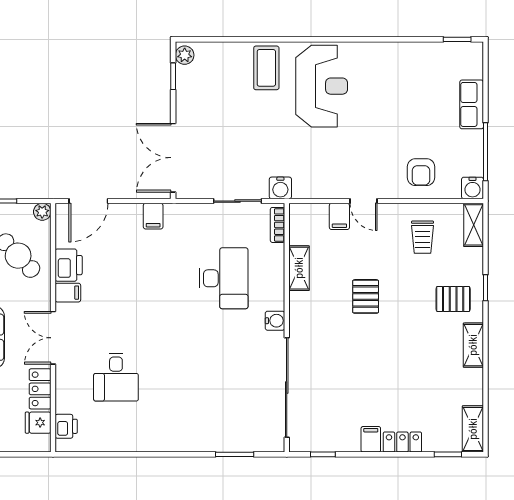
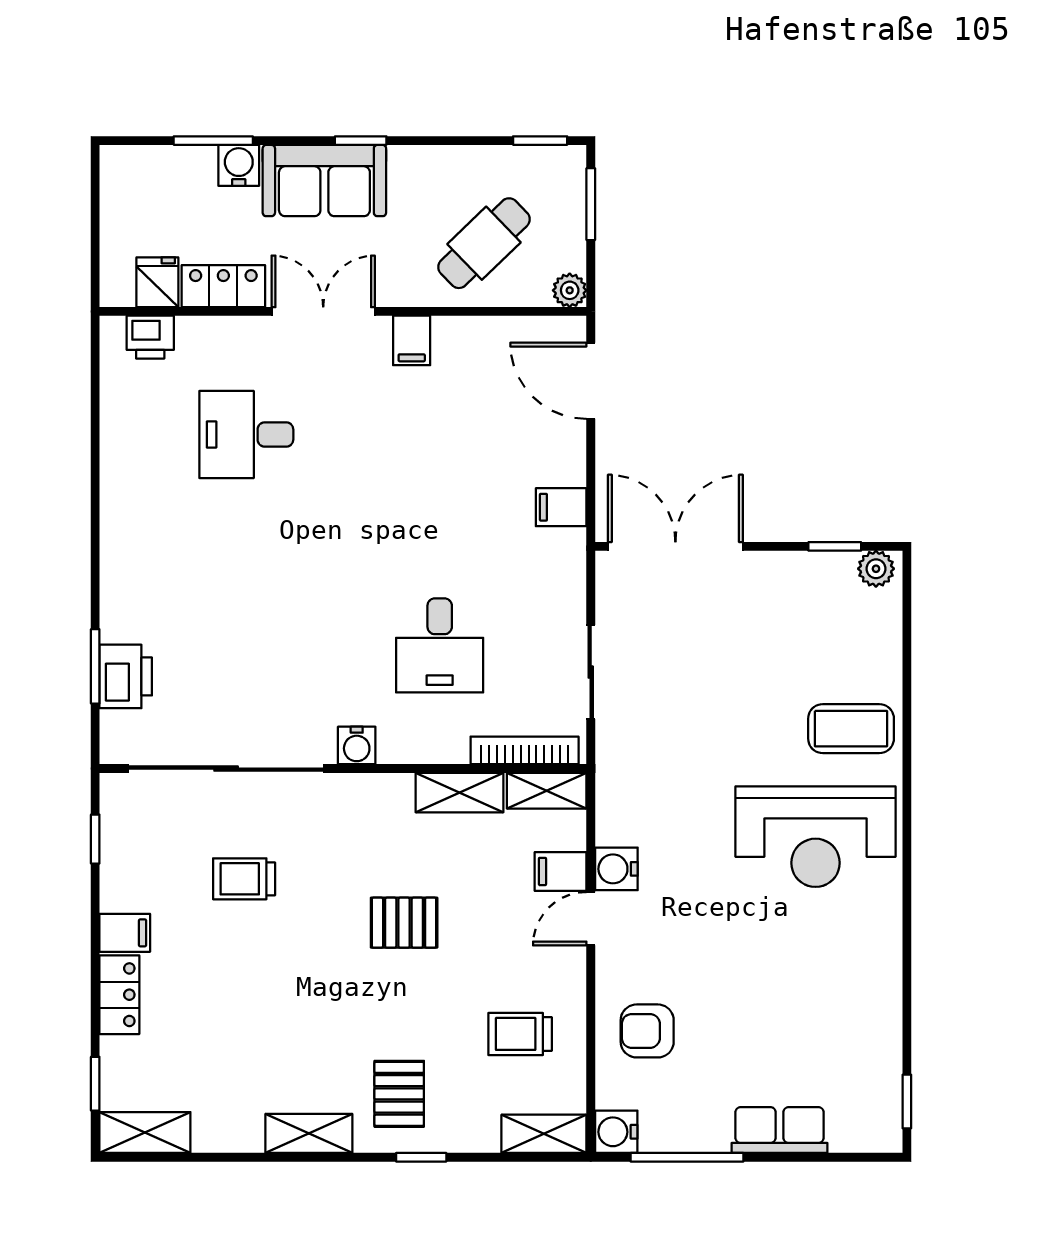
water cooler: (280, 188) -> (616, 869), moved
shelving: (298, 224) -> (547, 791), added
bookcase: (277, 225) -> (525, 750), width x1.56
printer: (69, 265) -> (126, 676), moved, turned -90
desk: (224, 278) -> (440, 645), width x0.73
trolley: (343, 378) -> (244, 879), added

